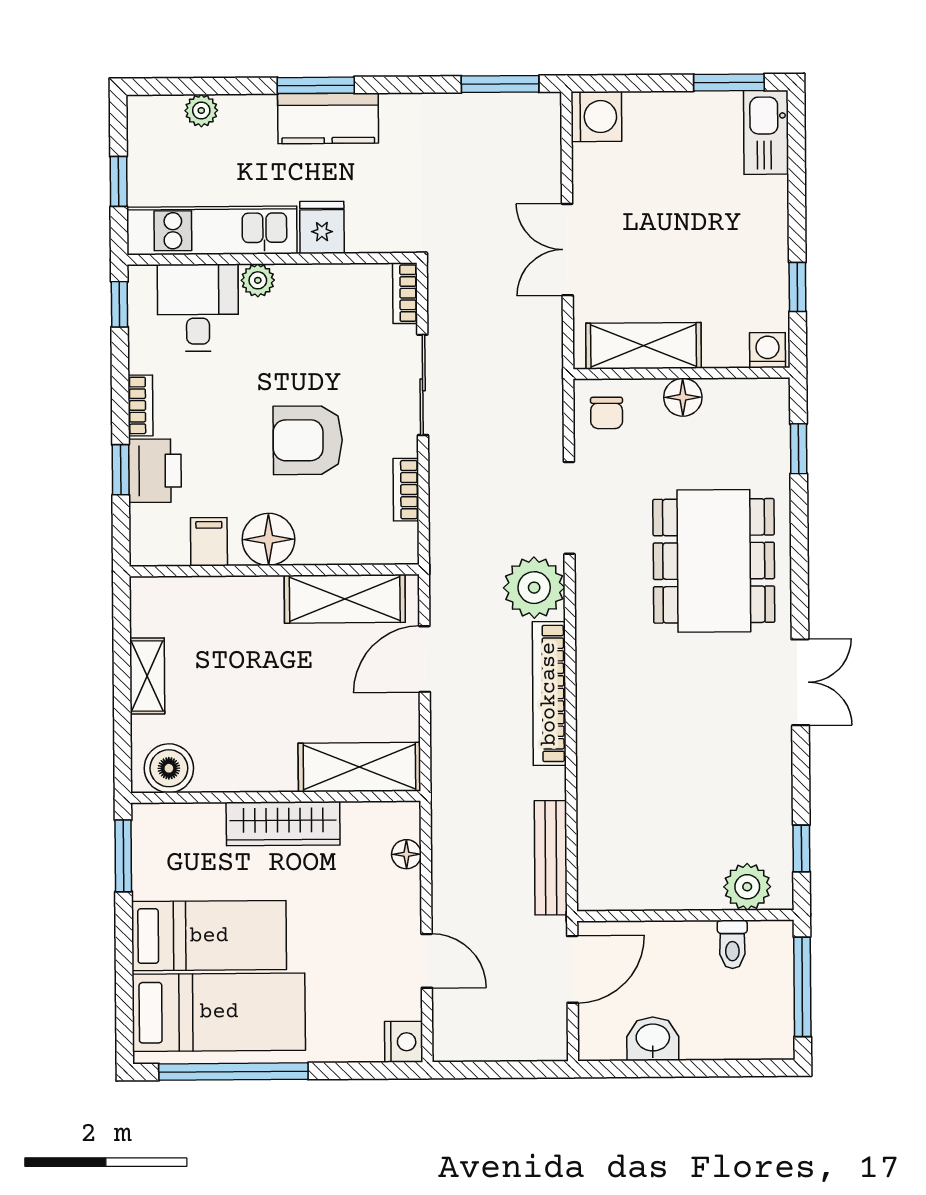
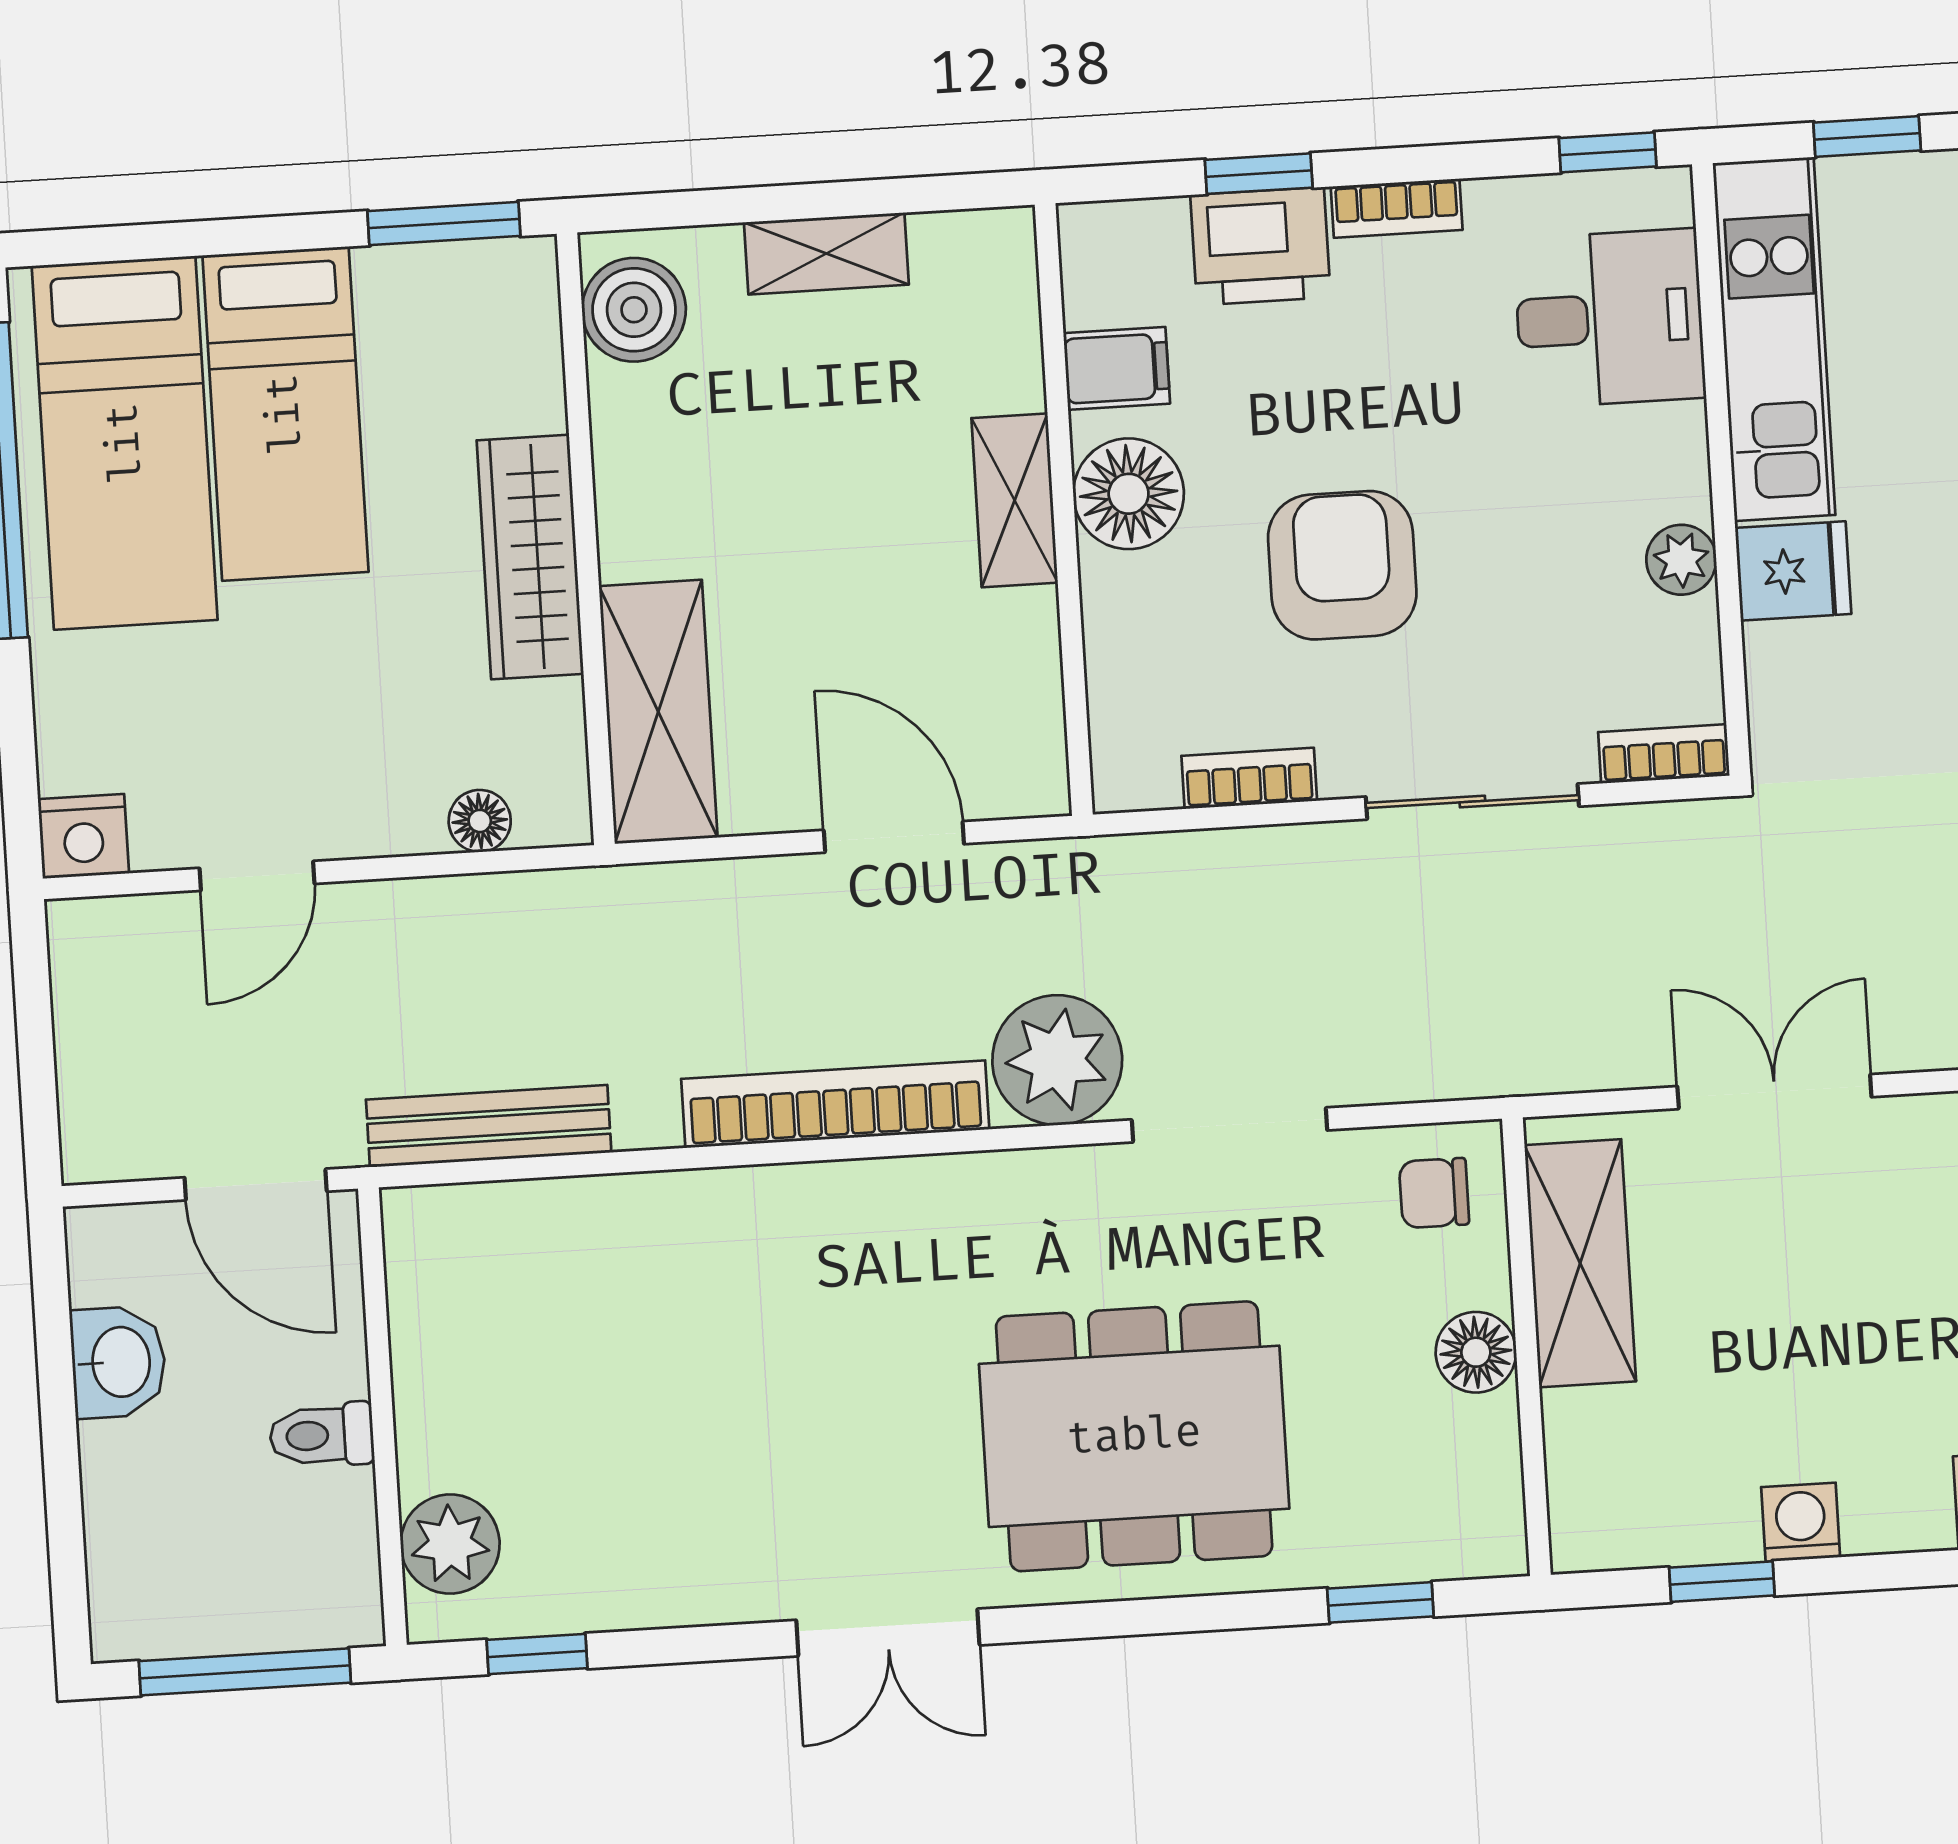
plant: (258, 280) -> (1681, 560), moved
washing machine: (767, 350) -> (1801, 1522), moved, turned -90
shelving: (345, 599) -> (1015, 500), moved, width x0.67, depth x0.75
toilet: (732, 944) -> (322, 1435), moved

